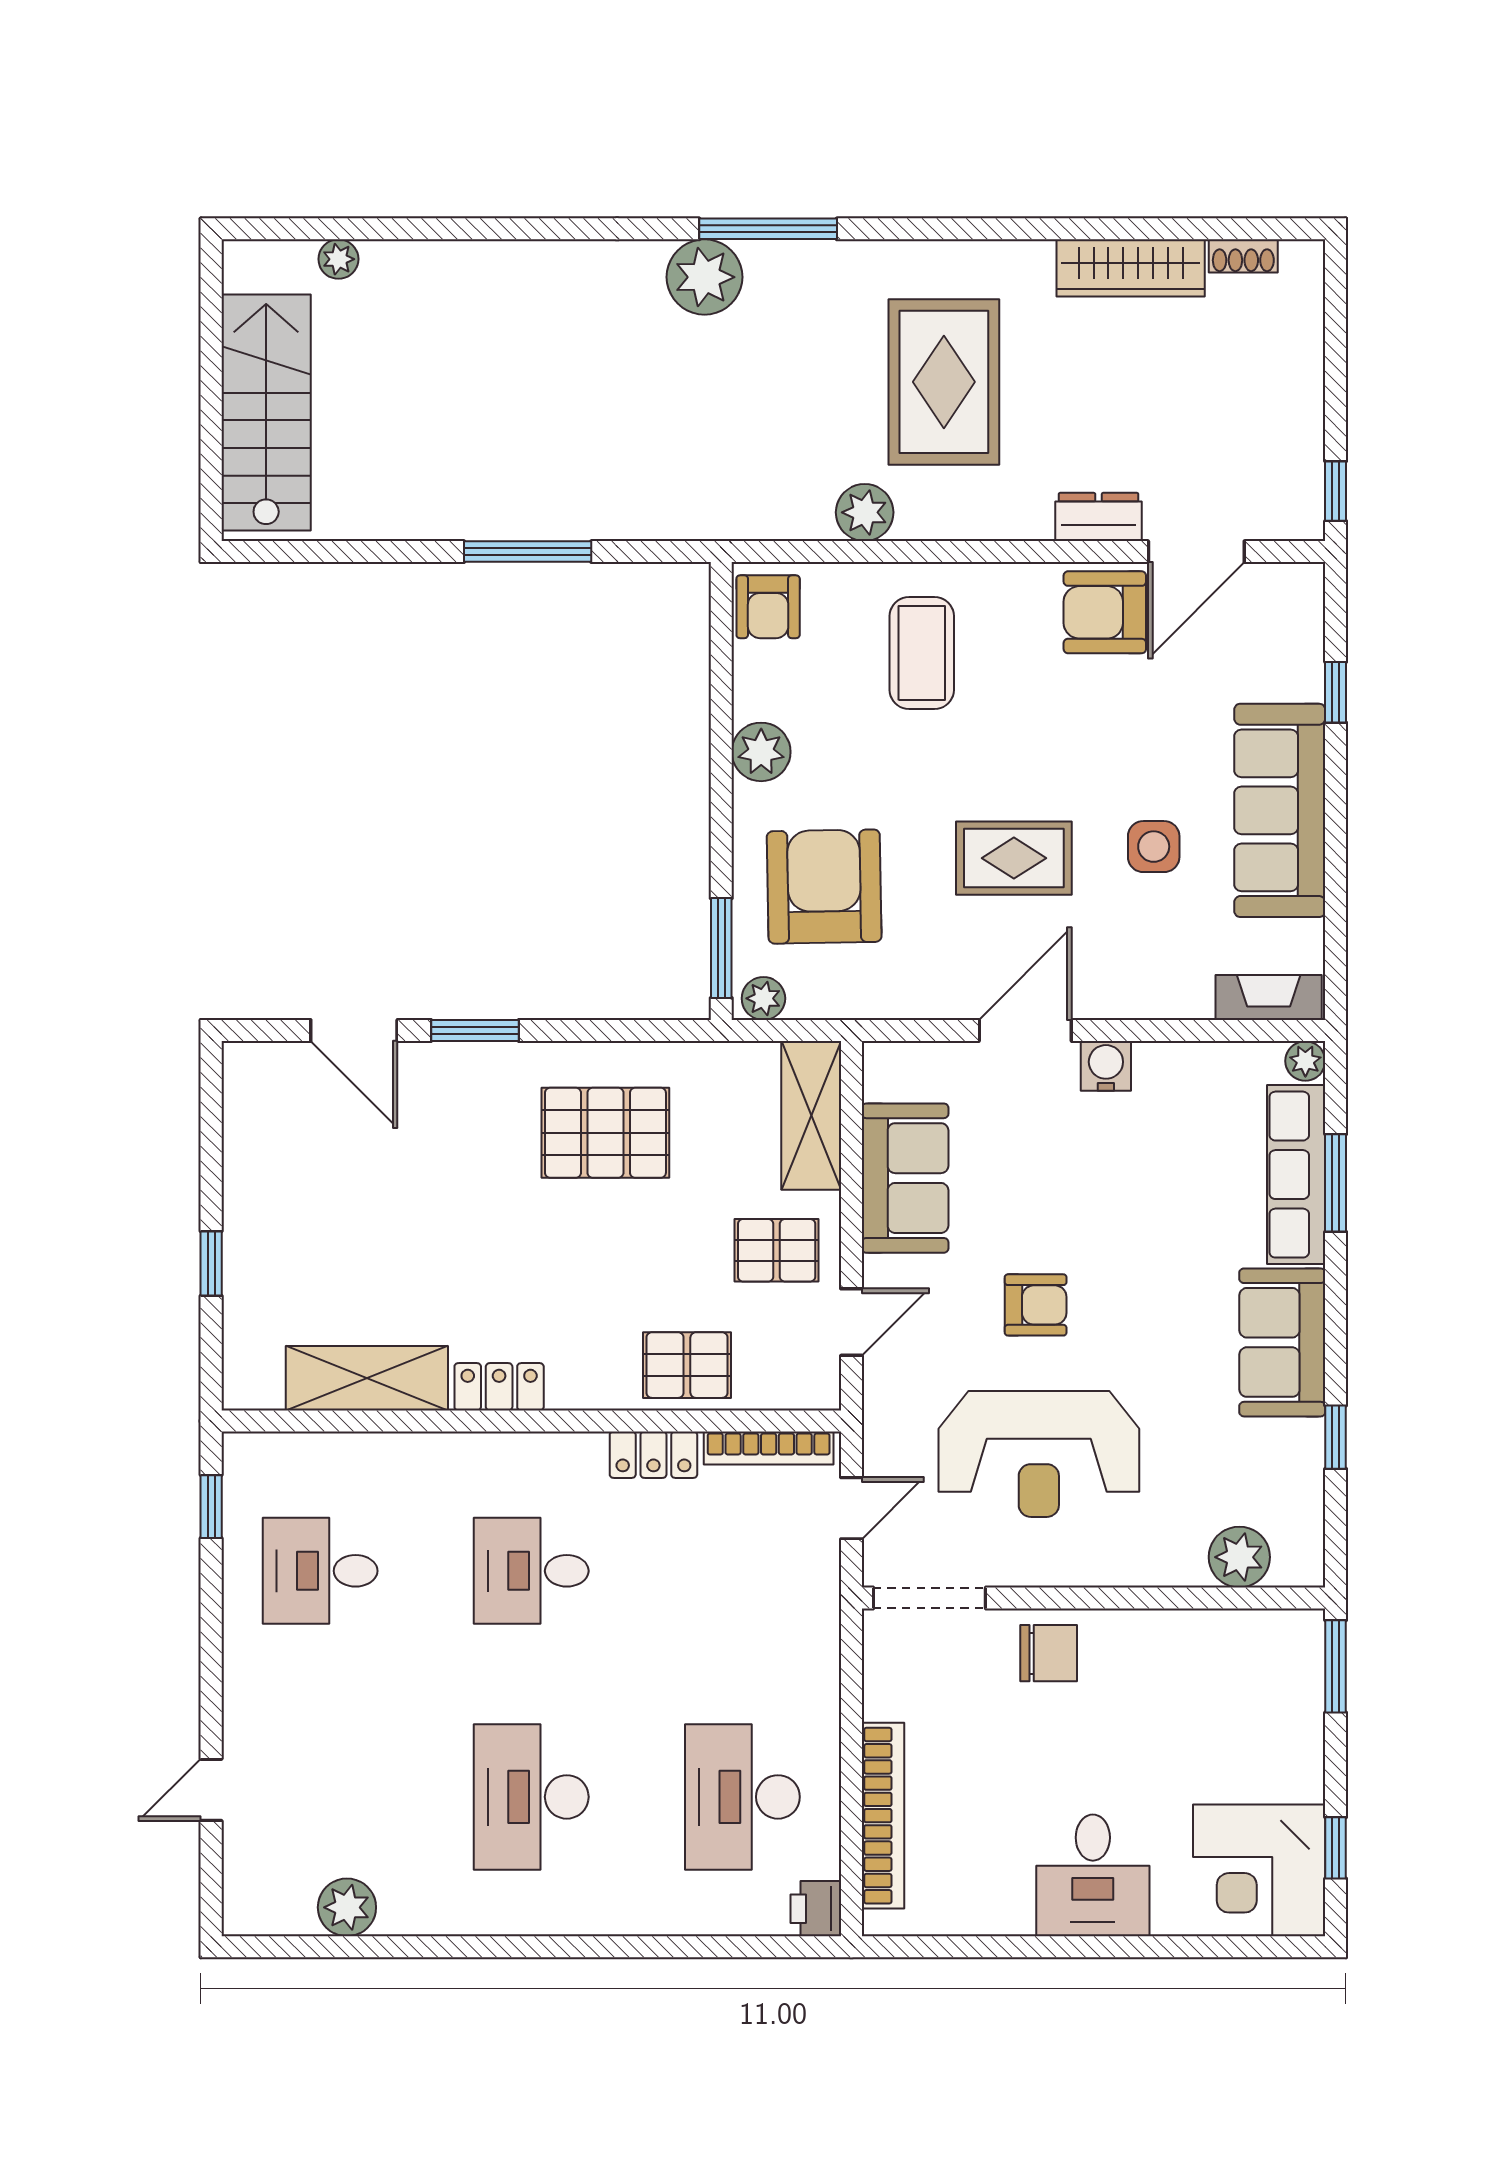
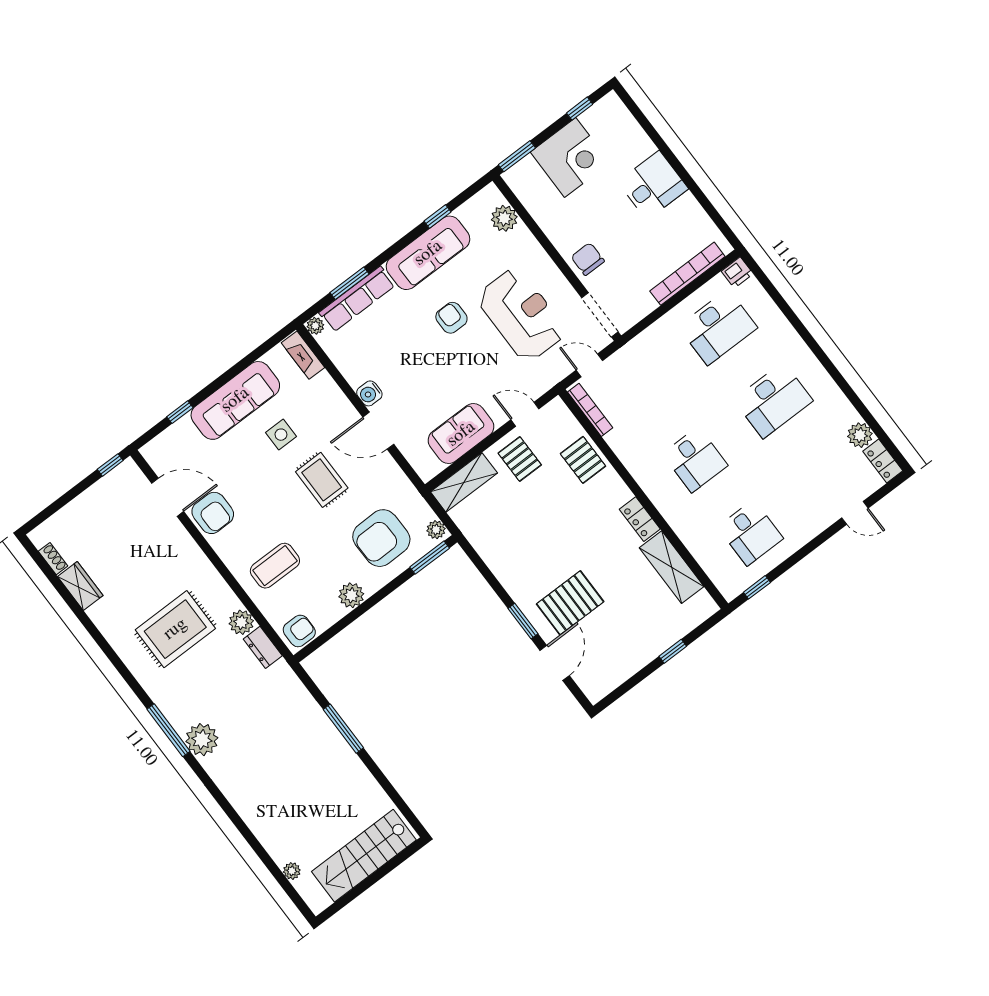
wardrobe: (1131, 268) -> (80, 586), width x0.67
dresser: (1099, 517) -> (263, 647), moved
pallet: (605, 1133) -> (570, 603), moved, turned 90
armchair: (1036, 1305) -> (451, 318), moved
sofa: (1282, 1342) -> (428, 253), width x1.36
locker: (653, 1455) -> (883, 461), moved, turned 180
corner desk: (1259, 1870) -> (570, 157), moved

